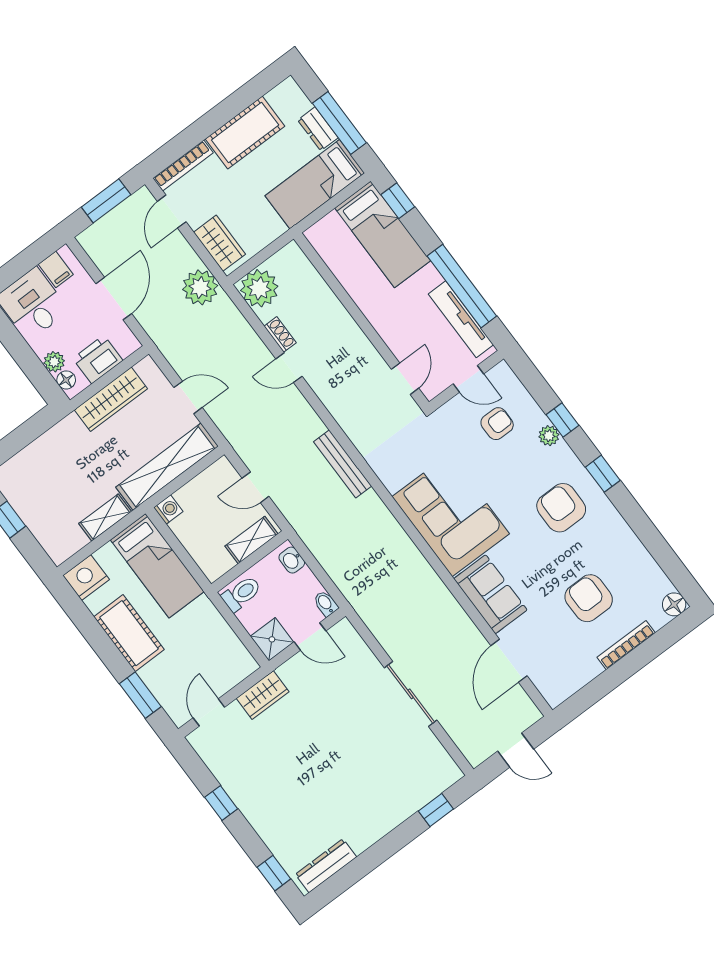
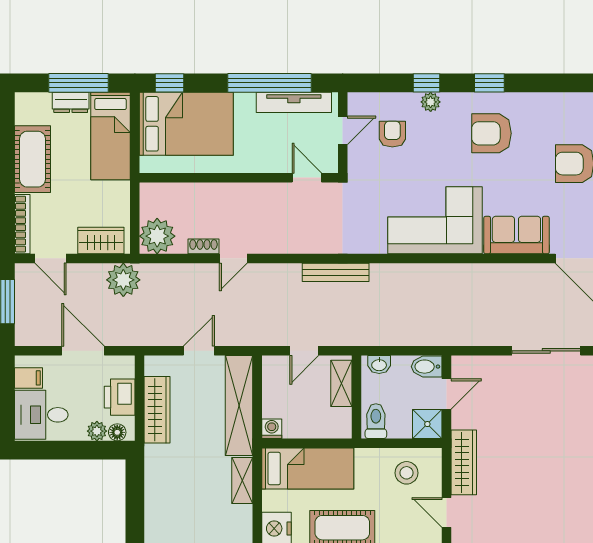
bed: (383, 234) -> (186, 124), width x1.50
bidet: (326, 604) -> (427, 367), width x1.38, depth x1.36
stool: (217, 653) -> (407, 473), added
wardrobe: (263, 695) -> (464, 462), width x1.50

